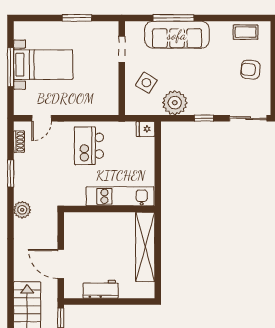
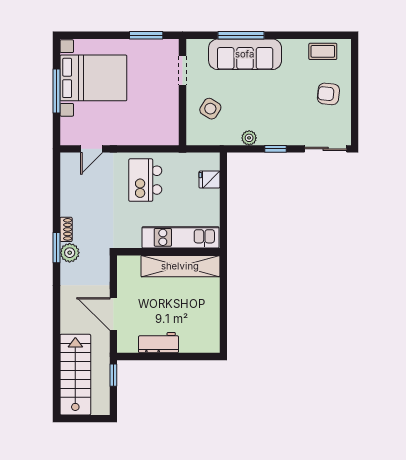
window: (77, 18) -> (146, 35), moved
bed with nightstands: (43, 65) -> (93, 78), width x1.36
plant: (175, 103) -> (249, 138), width x0.53, depth x0.53
fridge: (146, 129) -> (209, 180), moved
shoe rack: (19, 142) -> (66, 229), moved
window: (11, 174) -> (57, 248), moved
shelving: (145, 247) -> (180, 266), moved, turned 90

